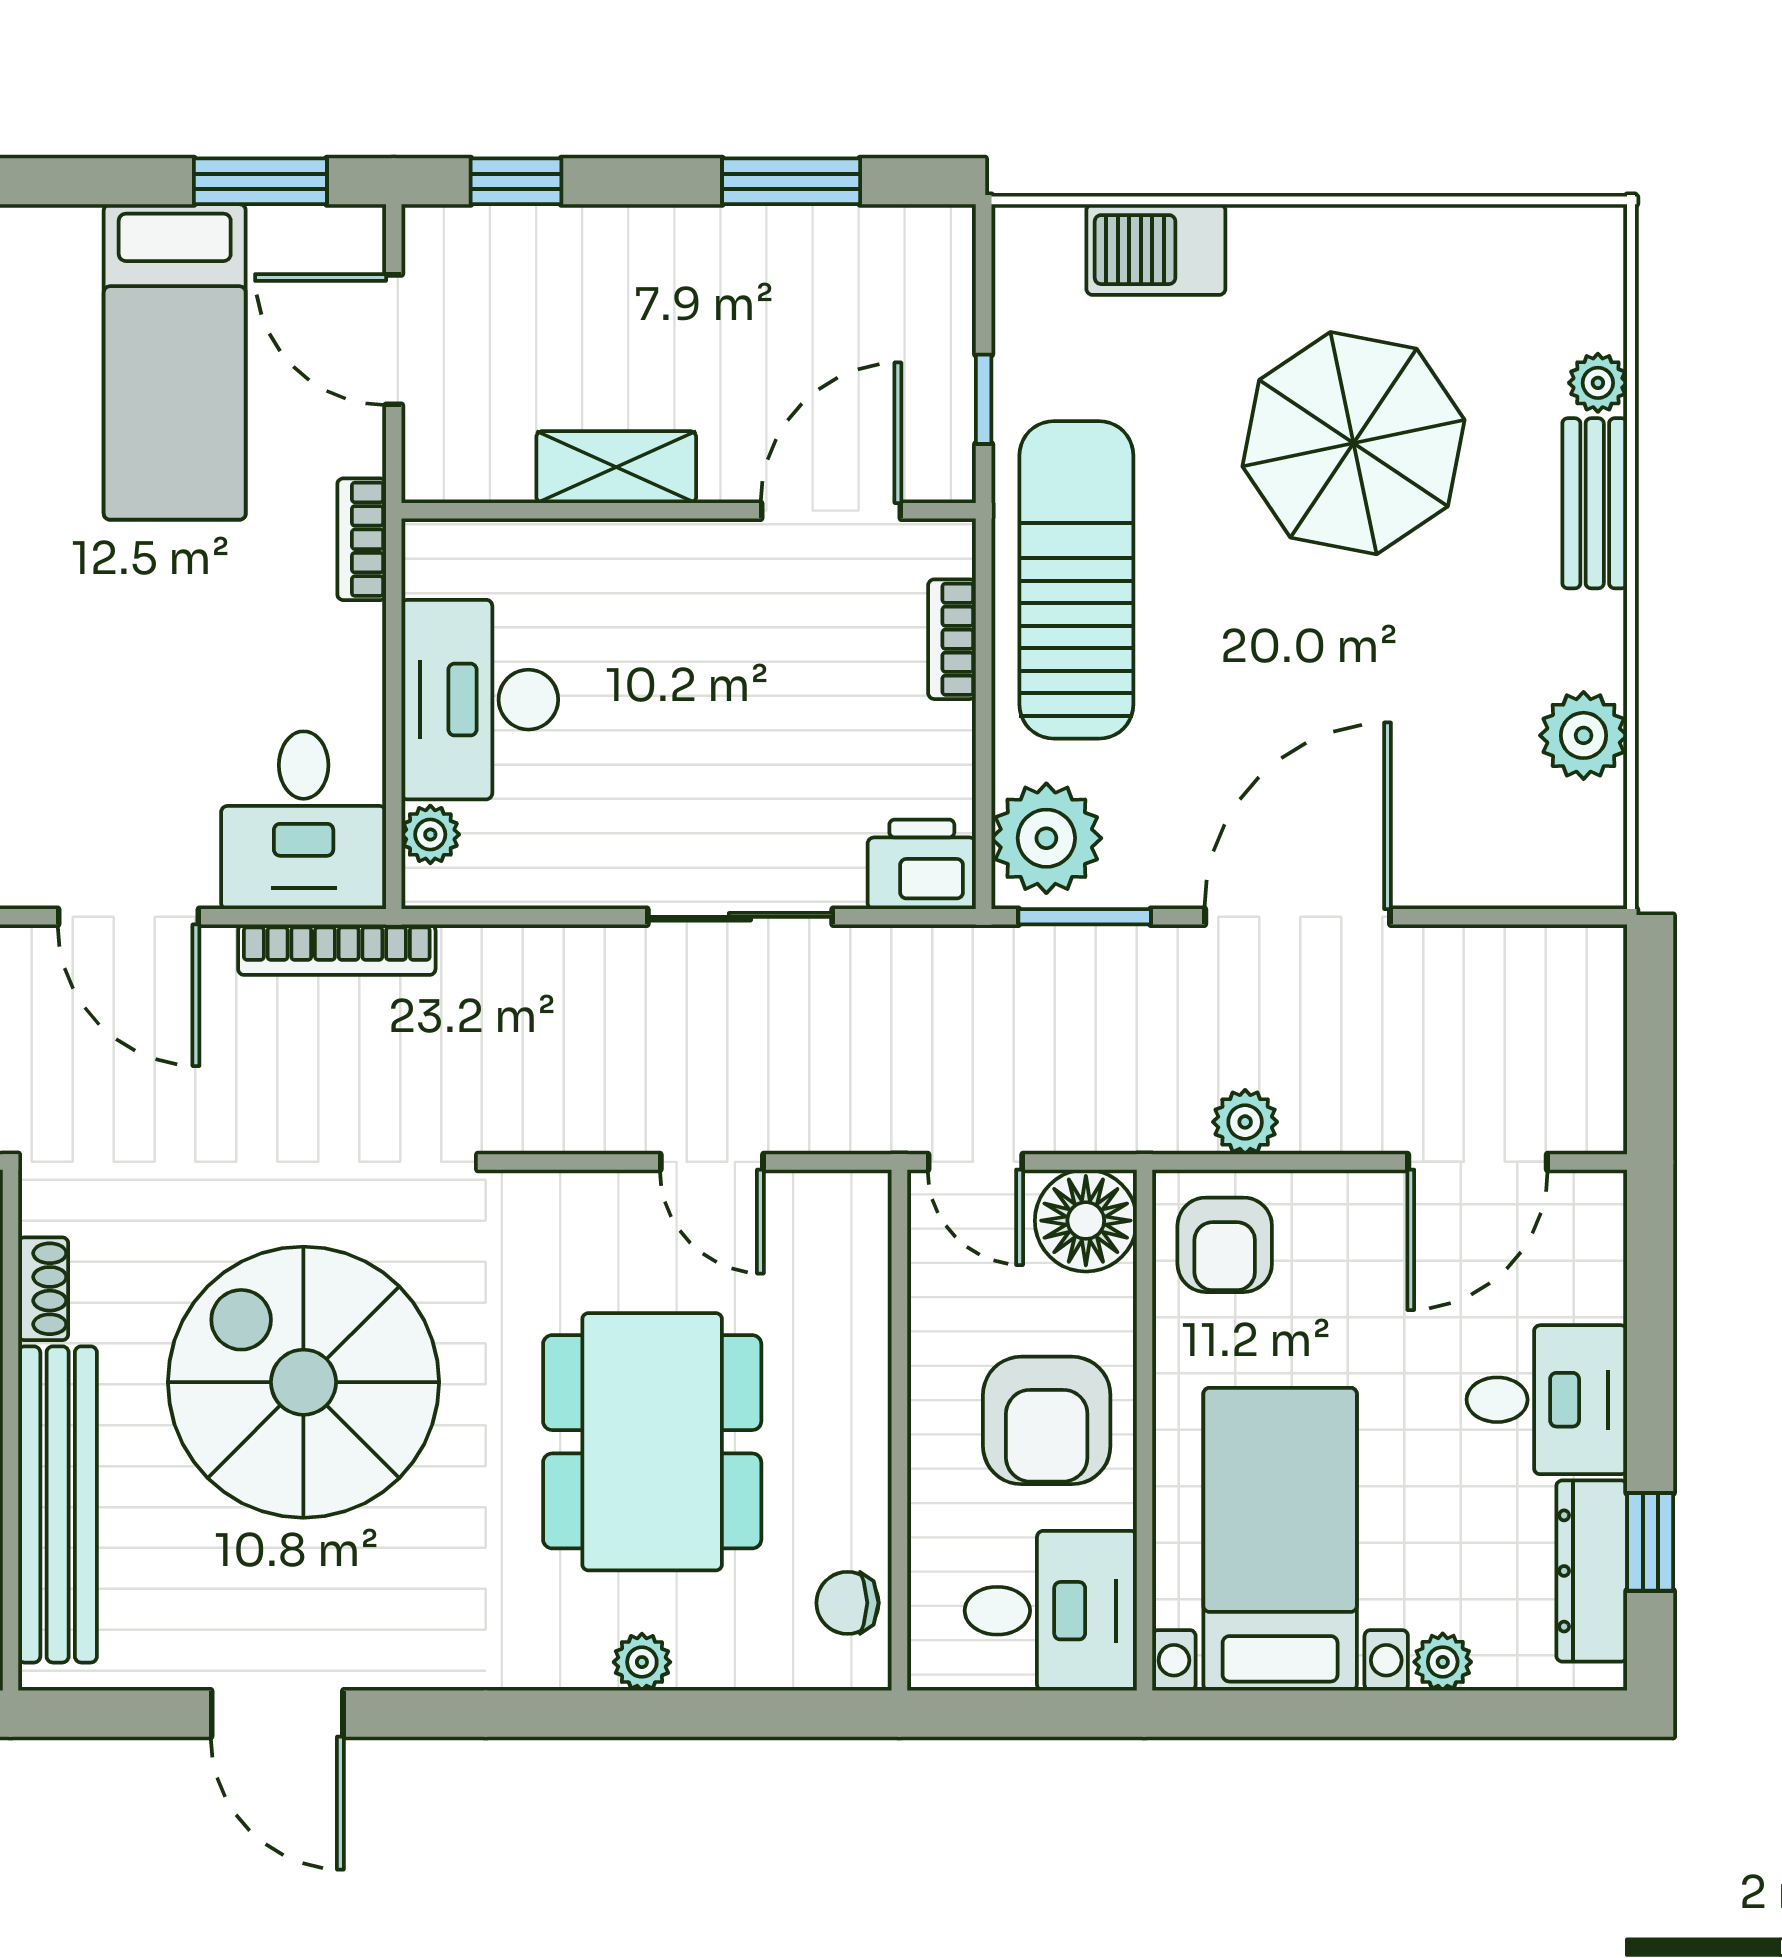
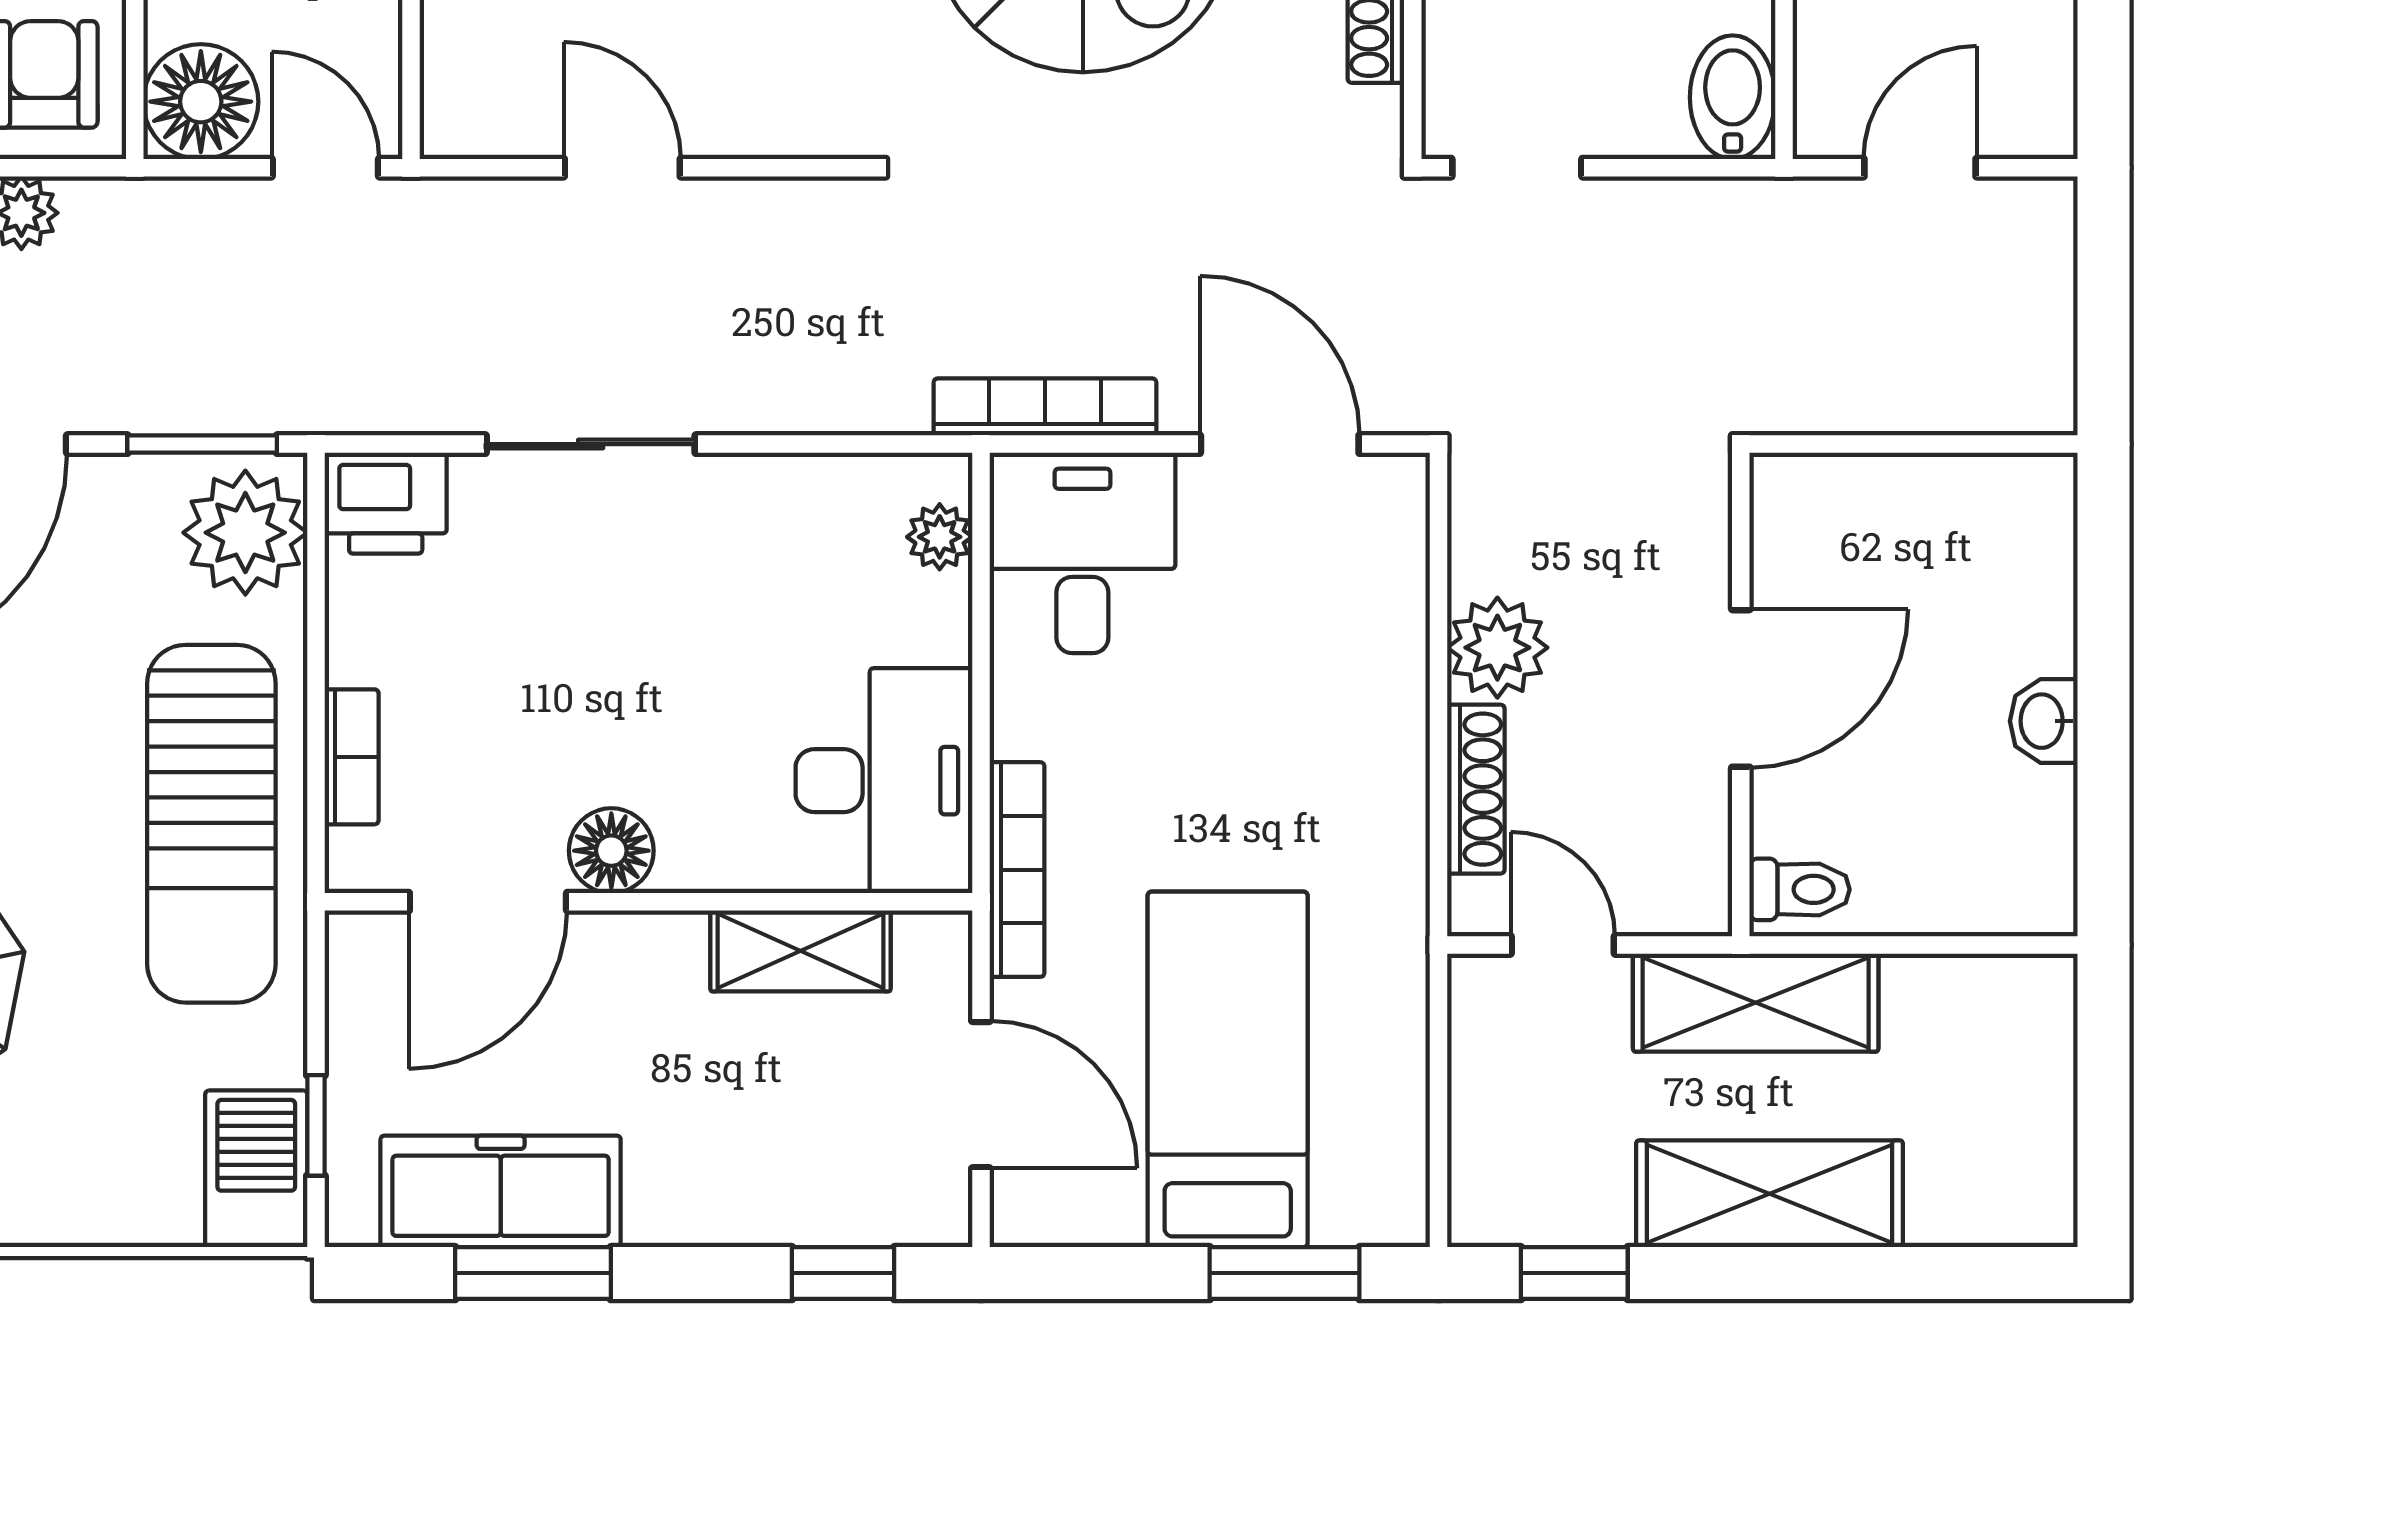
window: (260, 181) -> (1285, 1273), moved
barbecue: (1156, 250) -> (256, 1169), moved, turned -90
freezer: (820, 254) -> (501, 1191), added
window: (984, 399) -> (316, 1125), moved
shelving: (616, 467) -> (800, 951), moved
bookcase: (362, 539) -> (1017, 870), width x1.56
floor lamp: (722, 556) -> (611, 851), added
desk: (480, 700) -> (884, 781), moved

